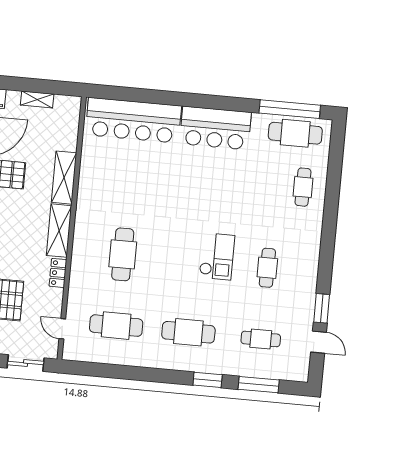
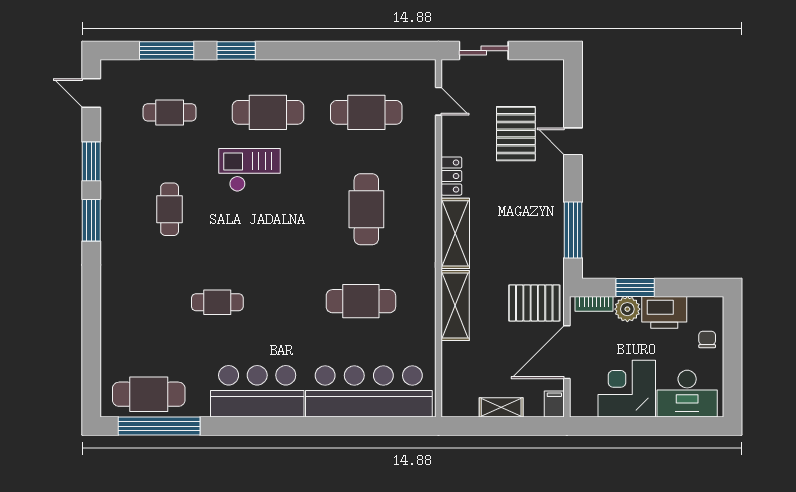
cafe table: (133, 187) -> (361, 301), added
cafe table: (303, 187) -> (217, 302), moved, turned 90
checkout: (217, 256) -> (250, 170), moved, turned 90
window: (326, 265) -> (91, 220), added
door: (319, 342) -> (91, 93), moved

